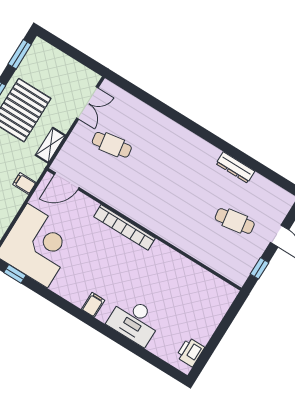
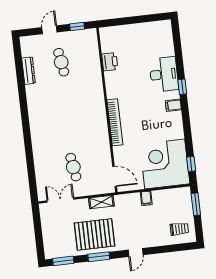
dresser: (235, 167) -> (29, 71), moved
filing cabinet: (24, 183) -> (146, 198), moved
window: (105, 330) -> (182, 87), added
printer: (190, 352) -> (110, 62), moved, turned -90

